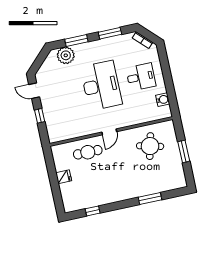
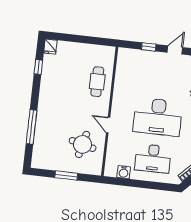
desk: (141, 77) -> (153, 158), width x1.37
door: (109, 132) -> (108, 125), moved
fridge: (64, 177) -> (50, 47), moved
window: (150, 198) -> (32, 127), width x1.44

